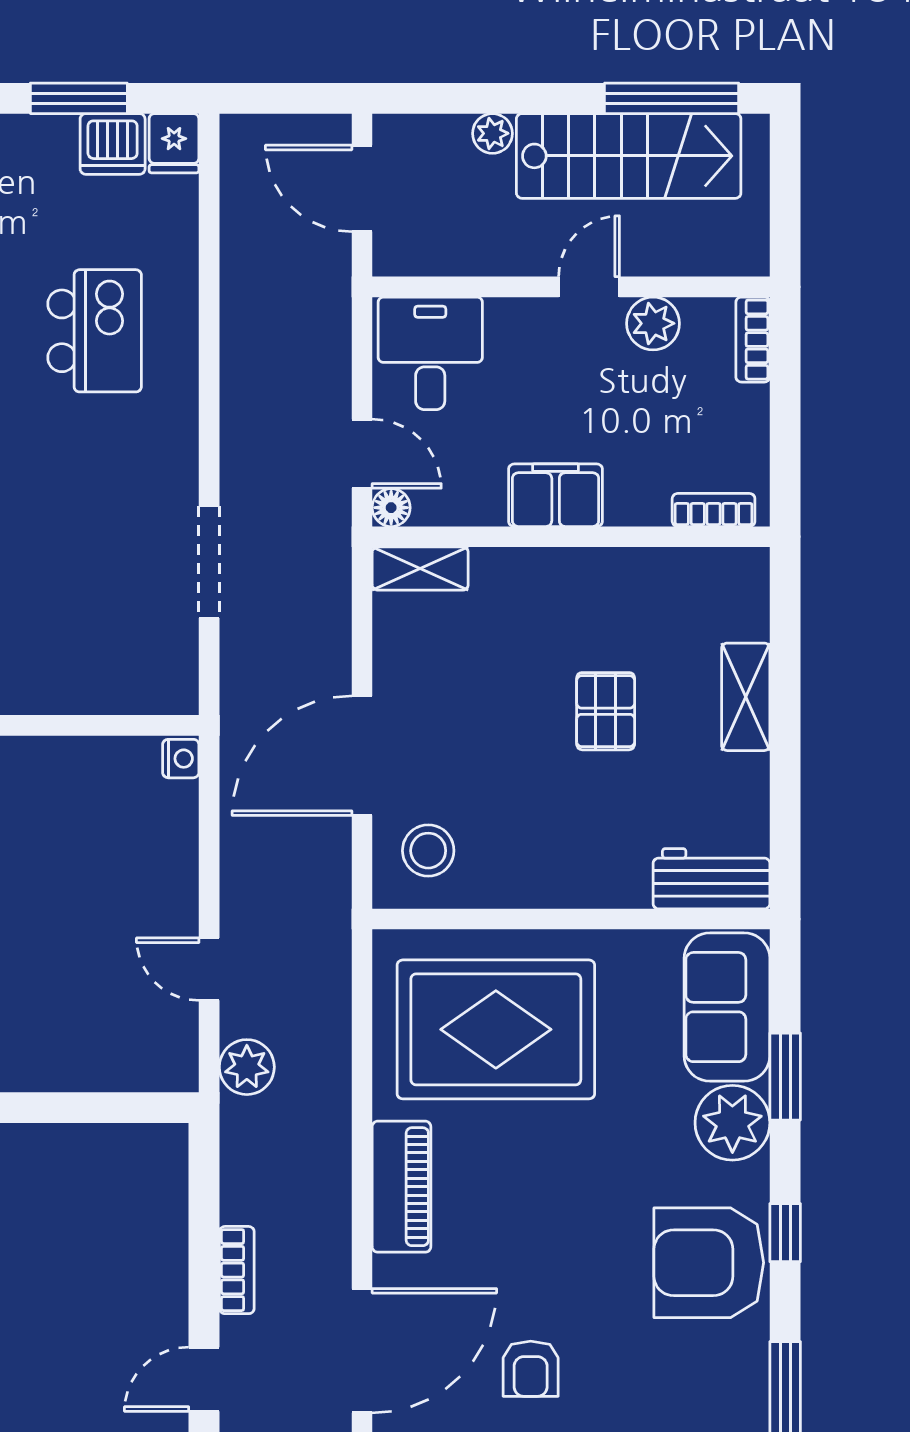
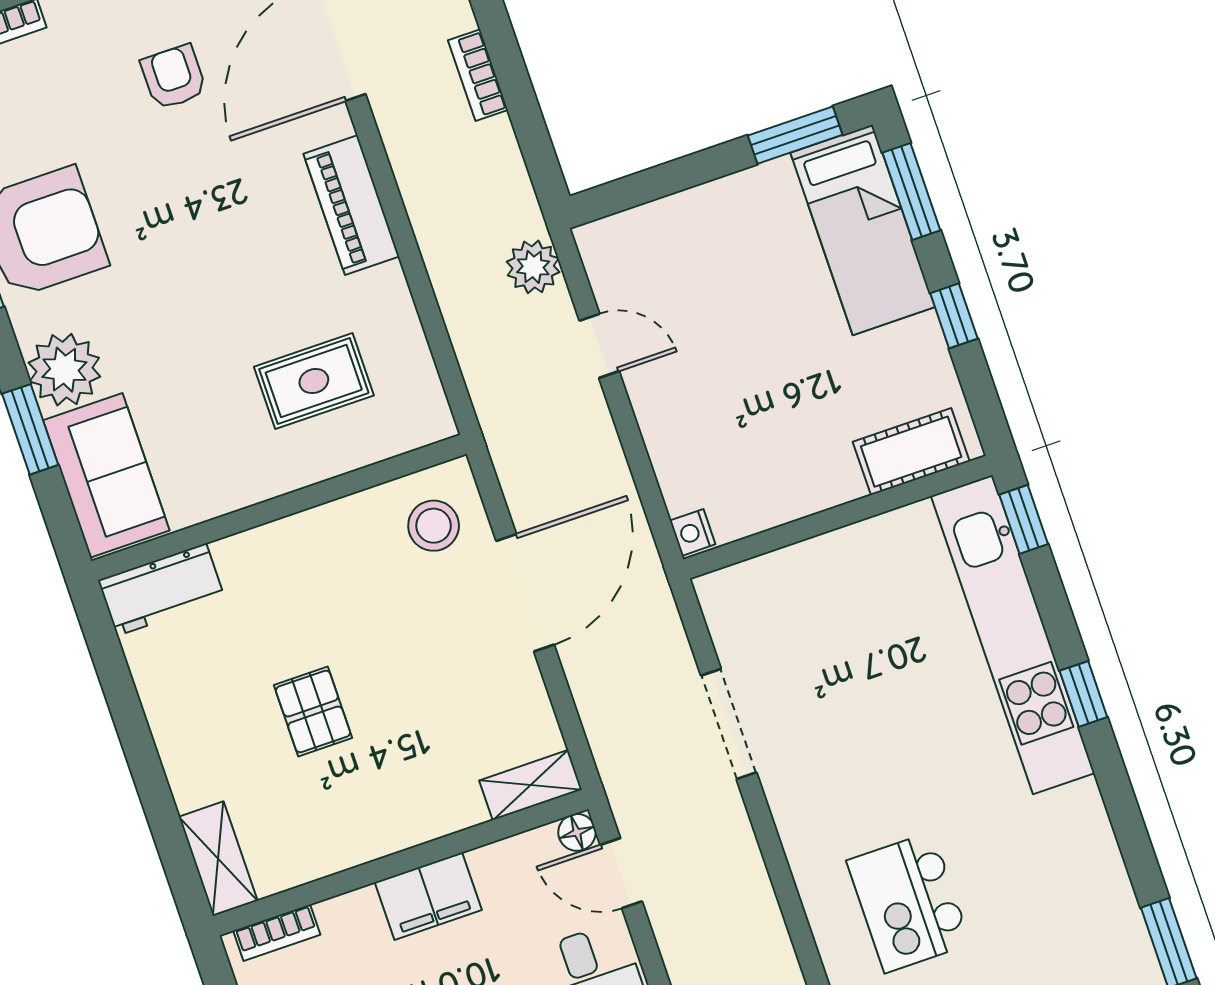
shelving: (746, 697) -> (218, 859), moved
rug: (496, 1029) -> (314, 381), width x0.54, depth x0.49

